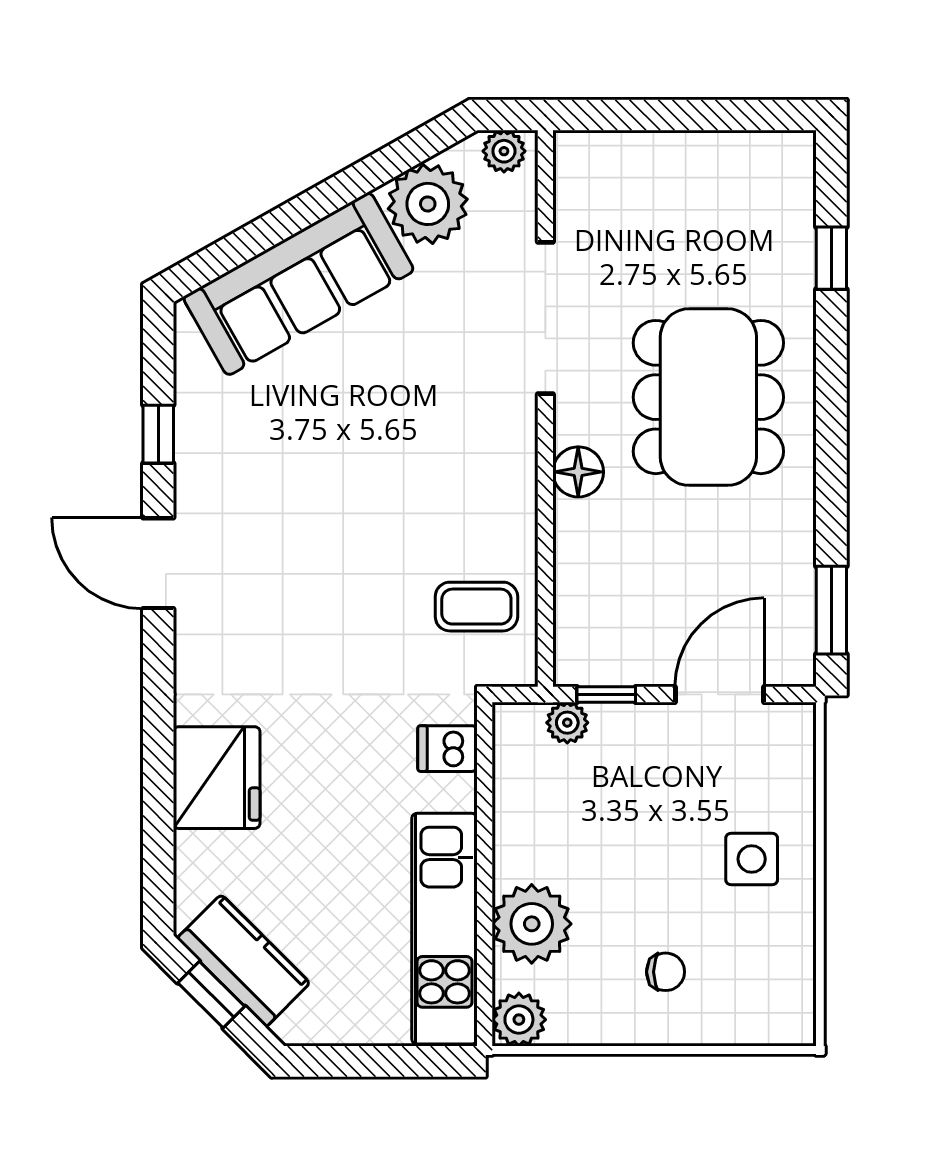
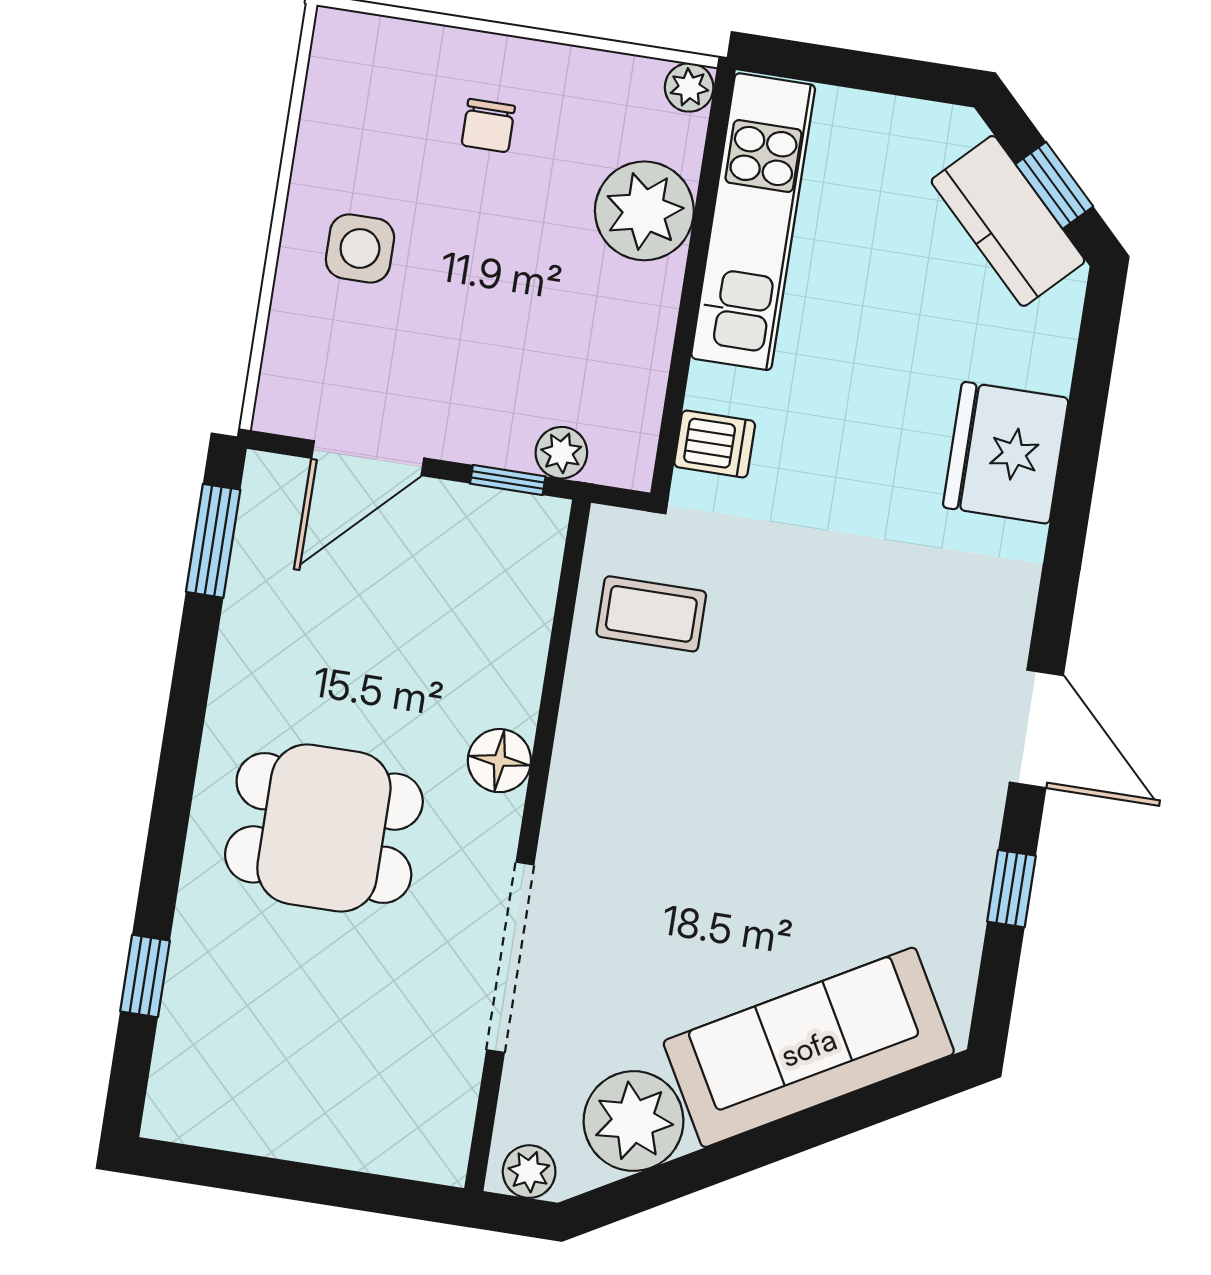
dining table: (708, 397) -> (324, 828), width x0.73
chair: (666, 972) -> (488, 126), turned -90
plant: (519, 1020) -> (689, 87), width x0.73, depth x0.73

